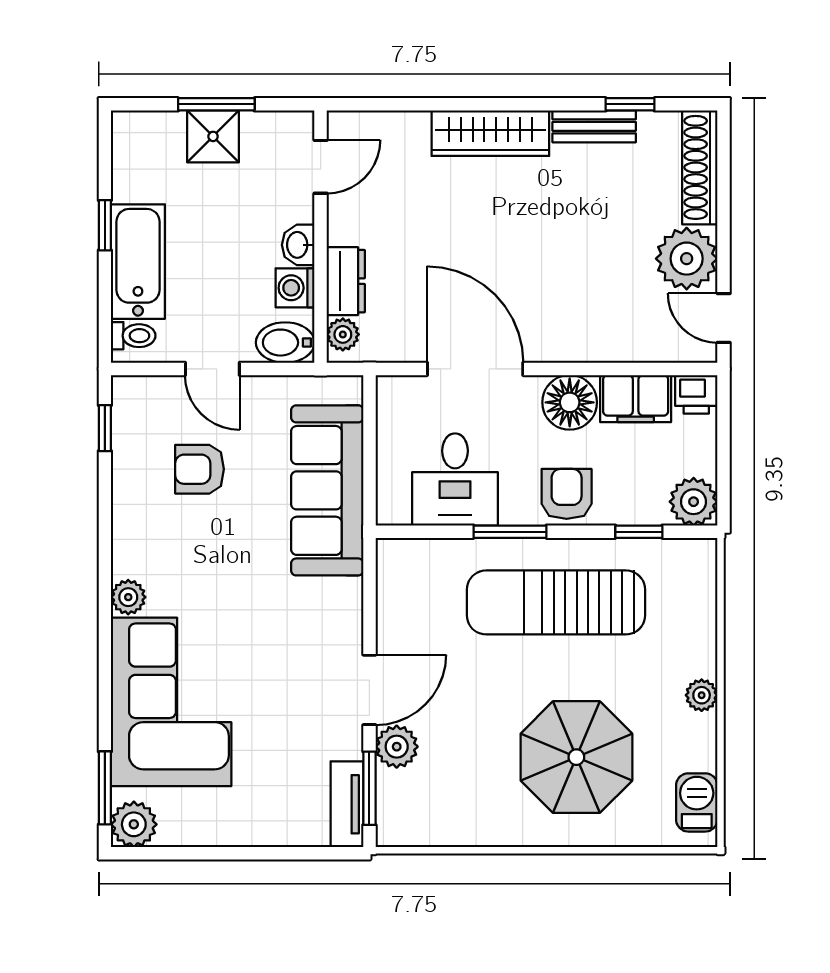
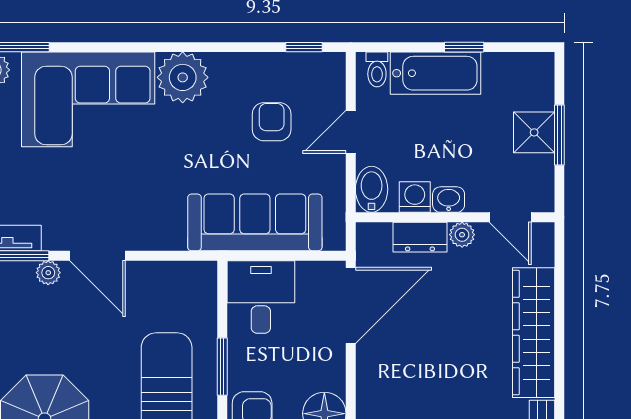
wardrobe: (490, 133) -> (534, 333), width x1.40, depth x1.17
plant: (343, 334) -> (462, 235), moved
door: (475, 369) -> (351, 305), moved
desk: (455, 479) -> (261, 297), moved, turned 90
plant: (128, 597) -> (183, 77), width x1.88, depth x1.88
plant: (397, 747) -> (48, 273), width x0.73, depth x0.73

